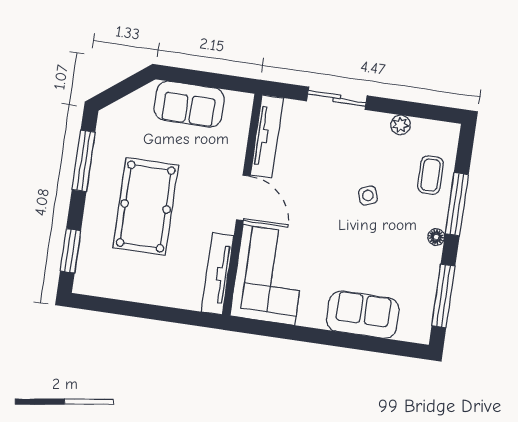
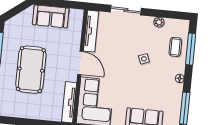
window: (457, 204) -> (191, 49), moved

